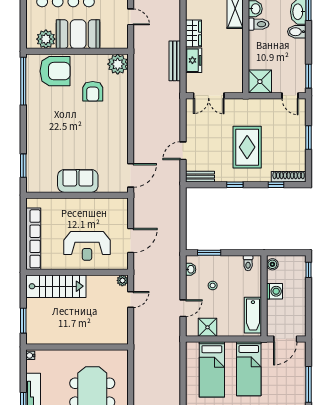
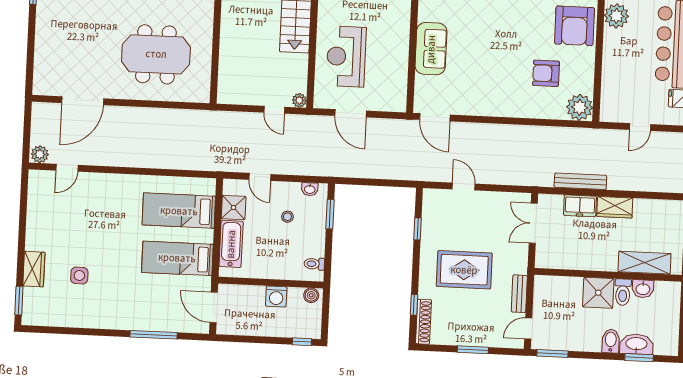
booth: (78, 34) -> (621, 58), removed
shower: (260, 82) -> (598, 293), moved
bench: (200, 177) -> (519, 294), moved
window: (235, 185) -> (418, 229), moved
bathtub: (253, 315) -> (231, 244), moved, turned 90

